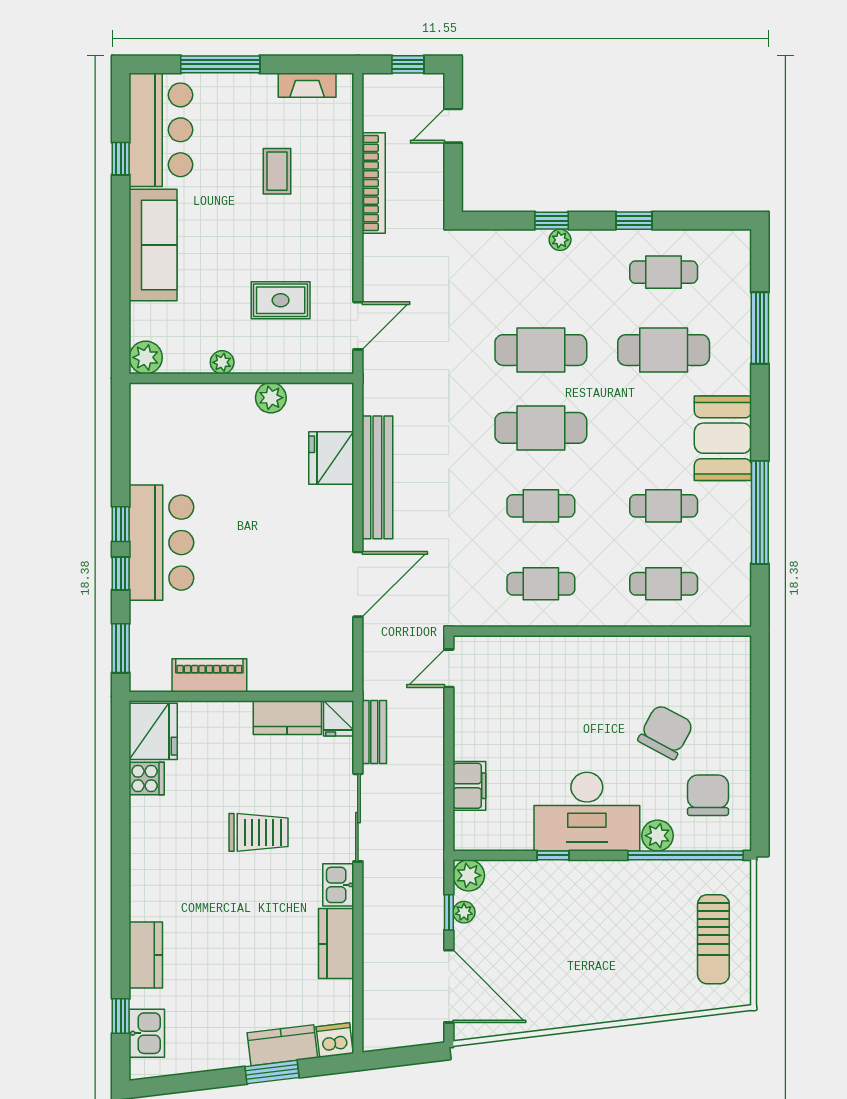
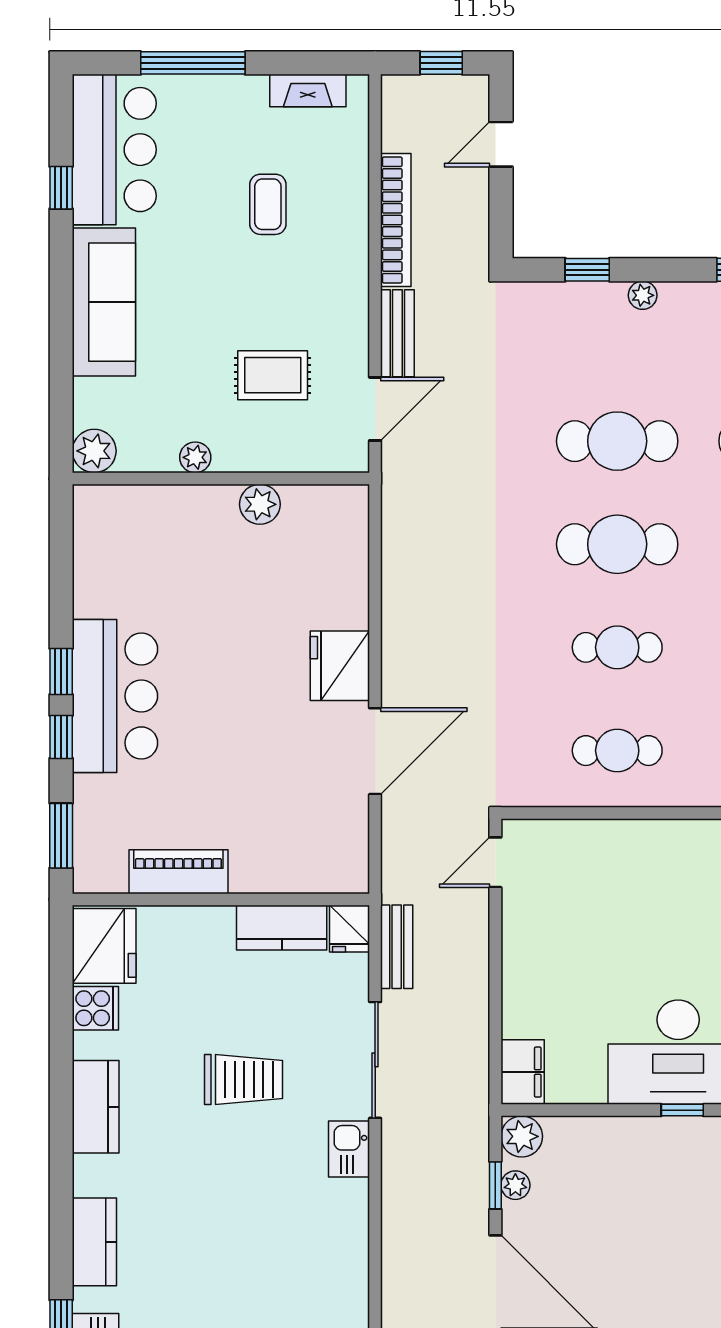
window: (552, 221) -> (587, 270), moved
fridge: (331, 458) -> (340, 666), moved
bench: (377, 477) -> (397, 333), moved, width x0.54, depth x0.82
filing cabinet: (469, 786) -> (523, 1072), moved
window: (553, 855) -> (682, 1110), moved
kitchen counter: (336, 944) -> (96, 1107), moved, turned 180

